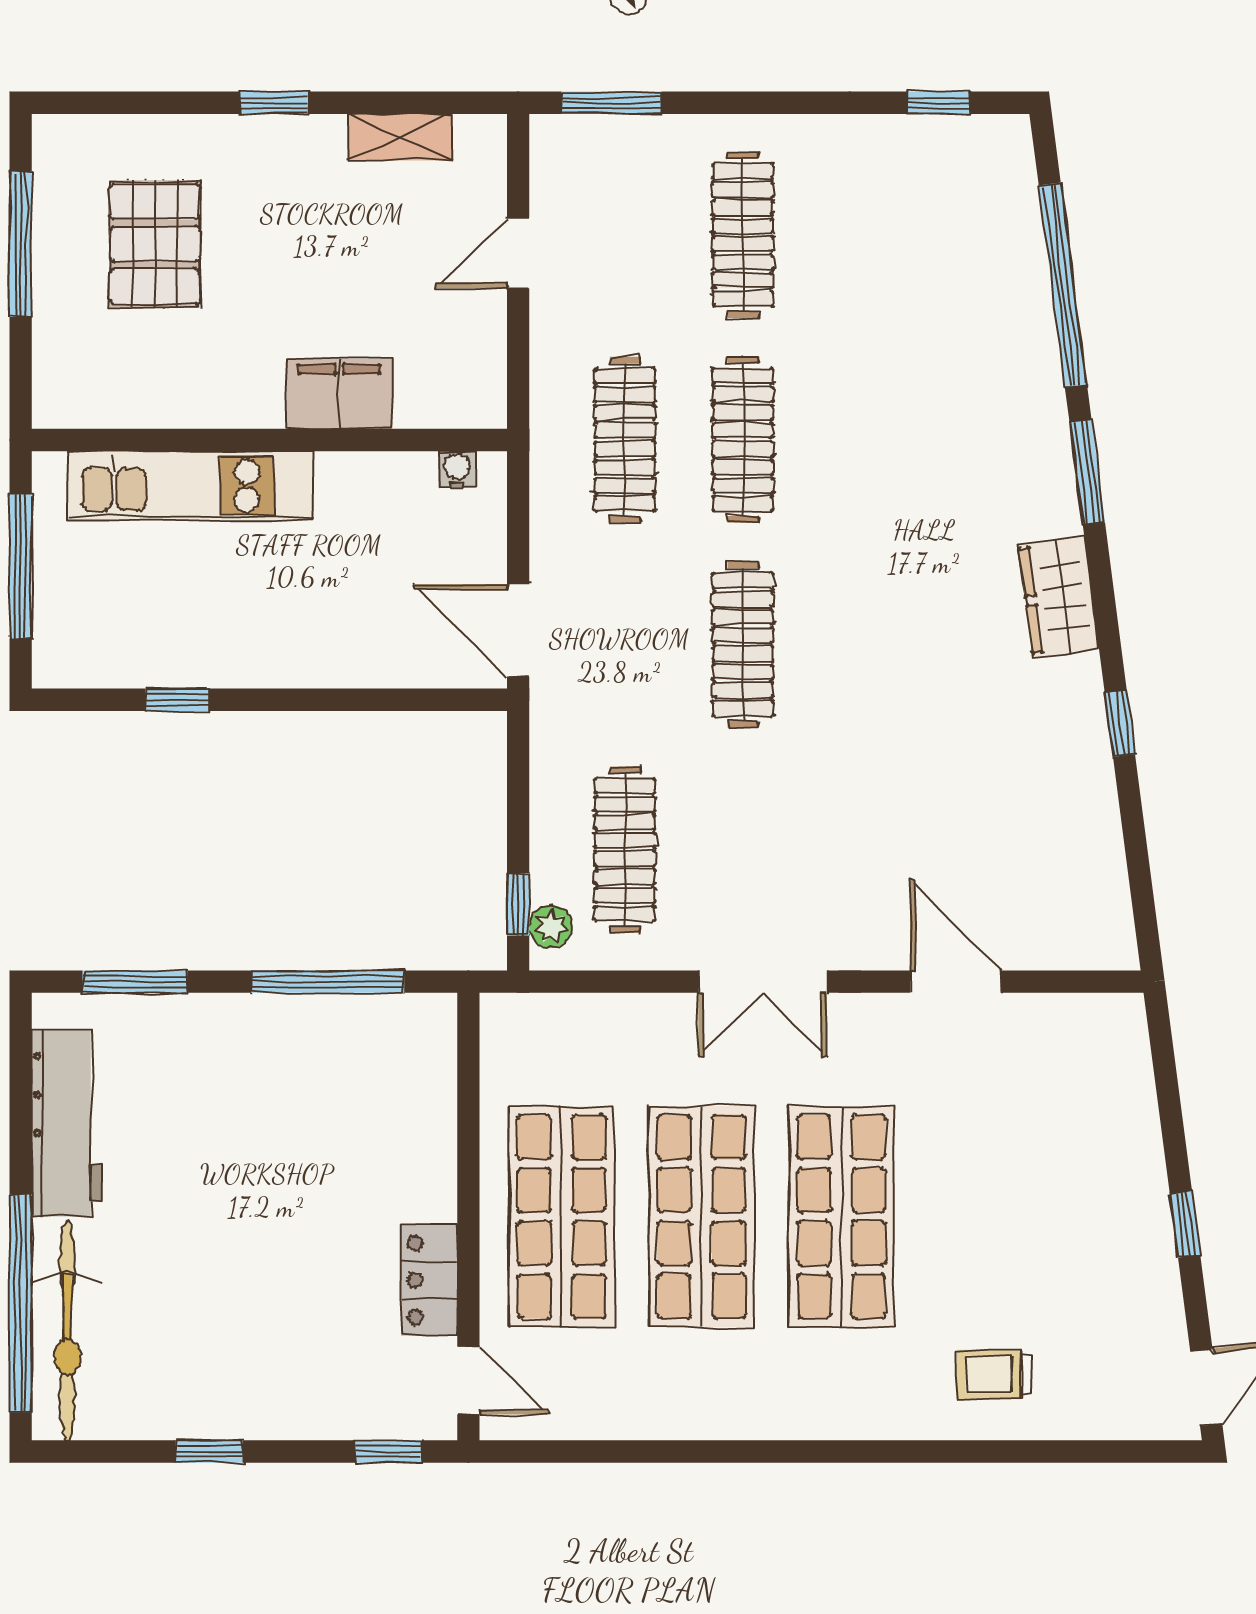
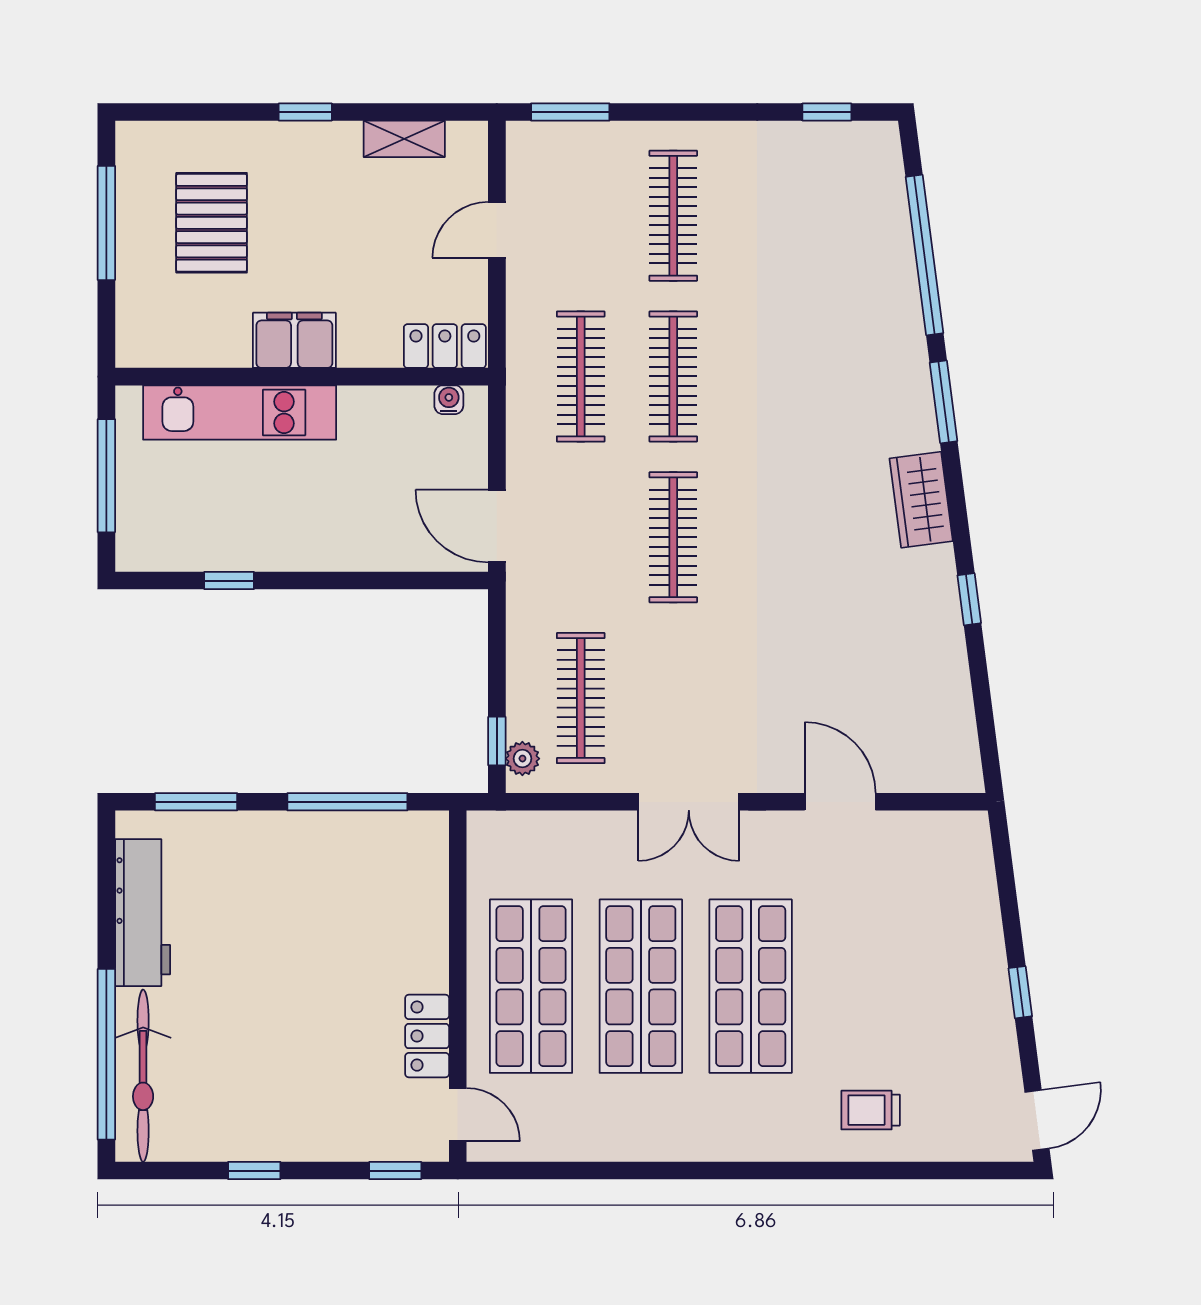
filing cabinet: (339, 394) -> (294, 340), moved
locker: (452, 401) -> (445, 346), added

